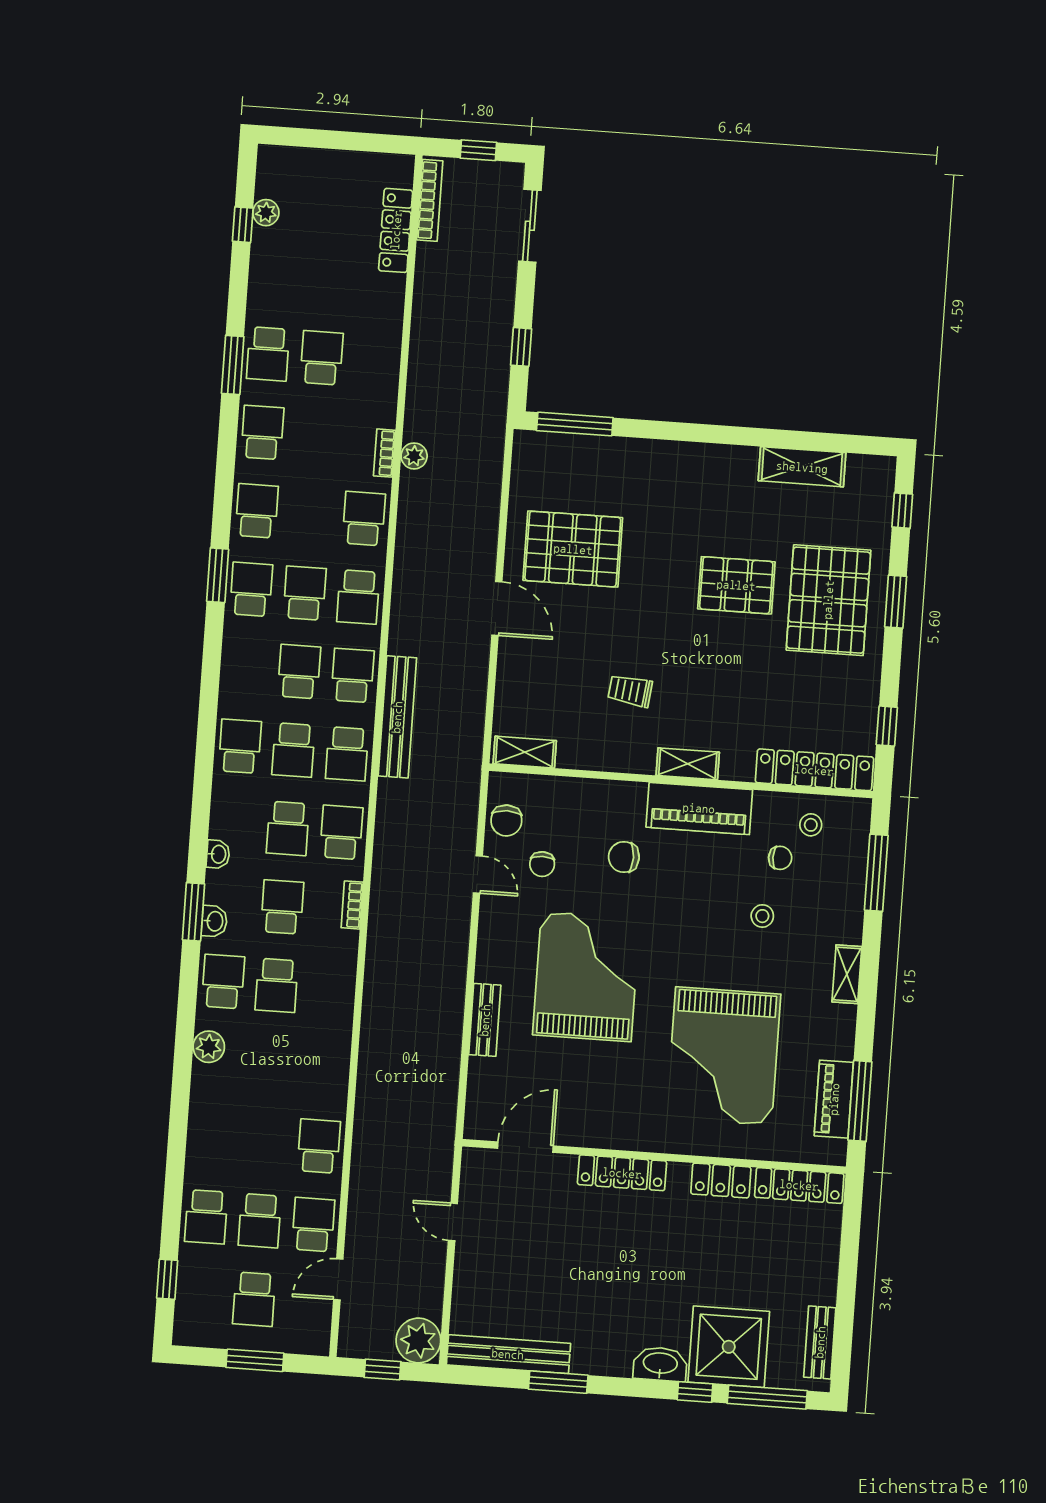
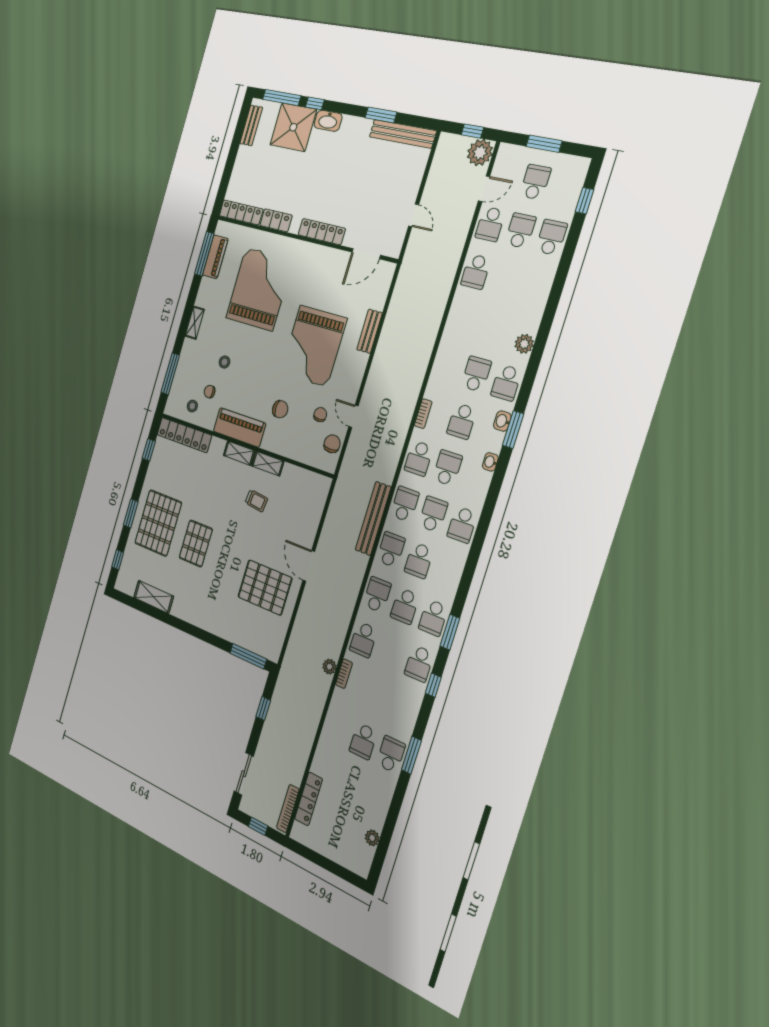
window: (243, 225) -> (433, 685), moved
school desk: (262, 432) -> (405, 709), removed
pallet: (736, 585) -> (196, 543), turned 90
school desk: (353, 675) -> (391, 550), turned 180
shelving: (525, 752) -> (268, 464), moved
plant: (418, 1340) -> (480, 152), moved

